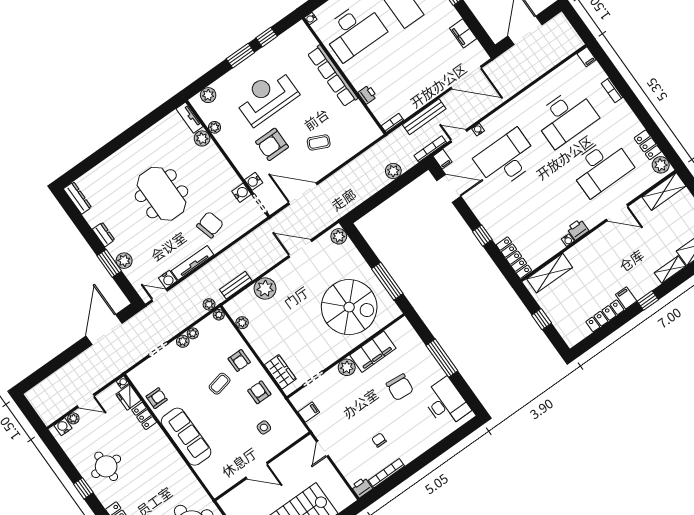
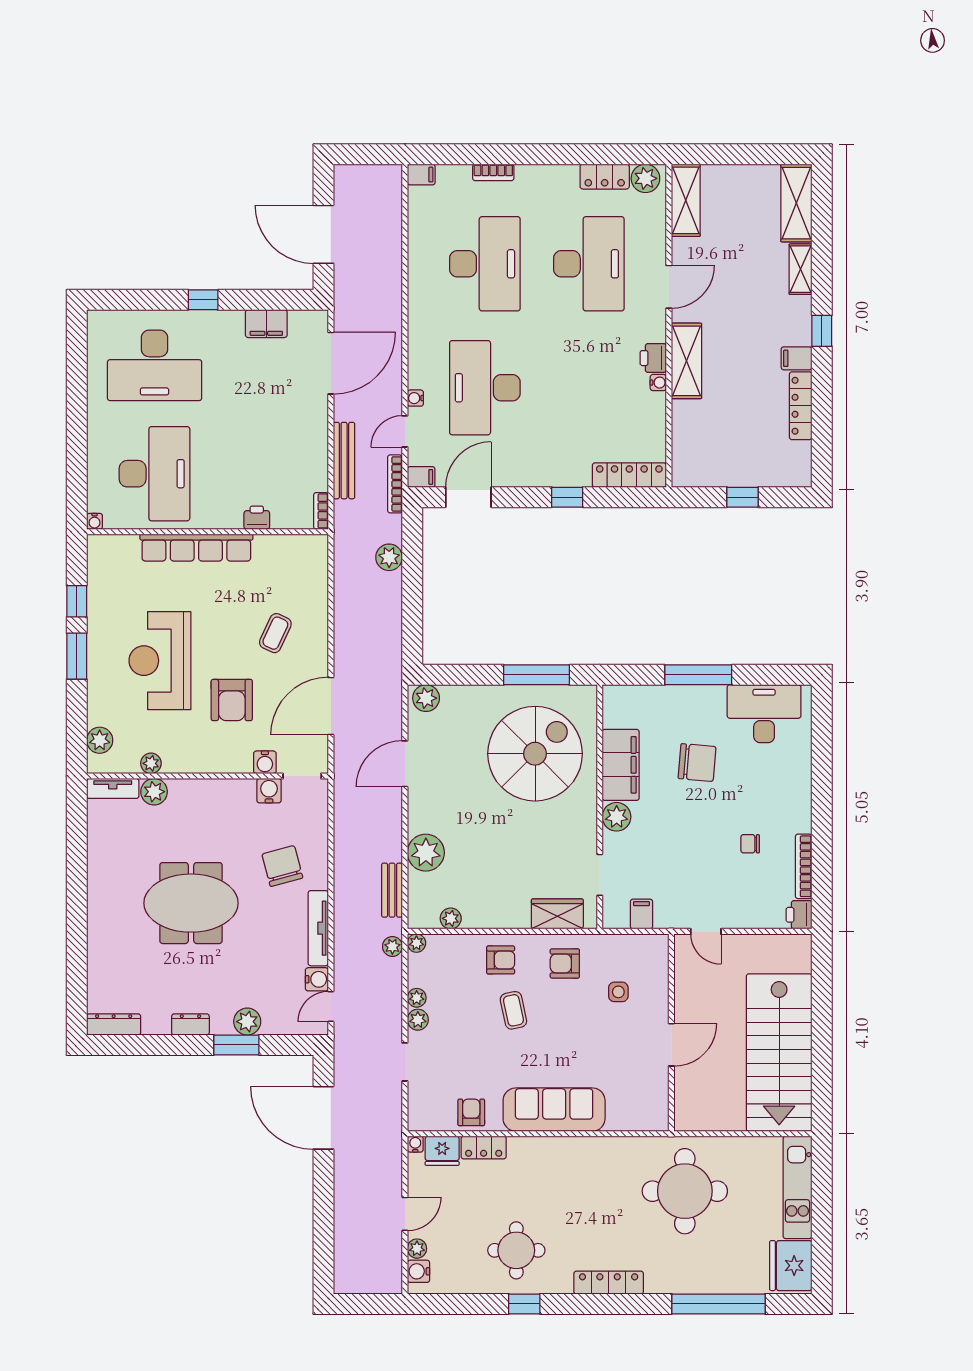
shelving: (550, 273) -> (686, 361), moved

